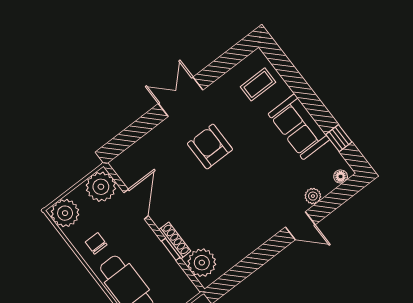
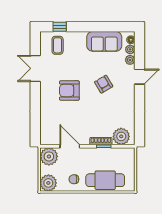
double door: (181, 97) -> (35, 68), moved
sofa: (299, 127) -> (104, 41), moved
window: (339, 138) -> (60, 27), moved
plant: (327, 185) -> (130, 49), added
armchair: (254, 186) -> (104, 84), added

